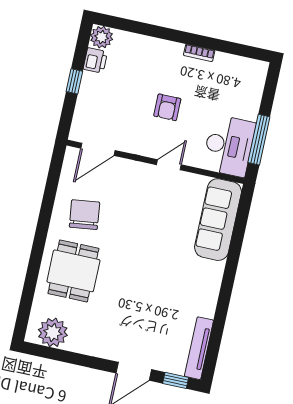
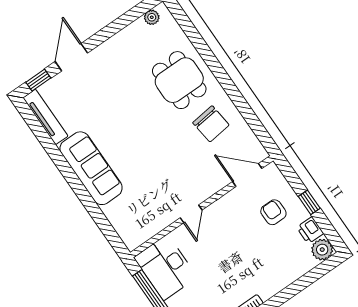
armchair: (167, 107) -> (273, 212), moved
door: (98, 149) -> (247, 175), hinge flipped
sofa: (218, 220) -> (91, 168), moved
plant: (53, 332) -> (152, 17), width x0.53, depth x0.53

